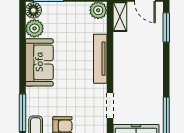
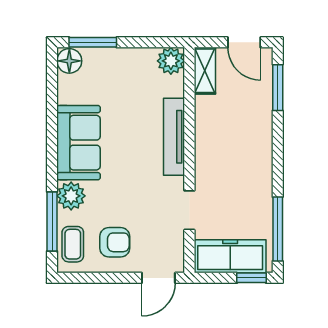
plant: (34, 28) -> (71, 196), moved

